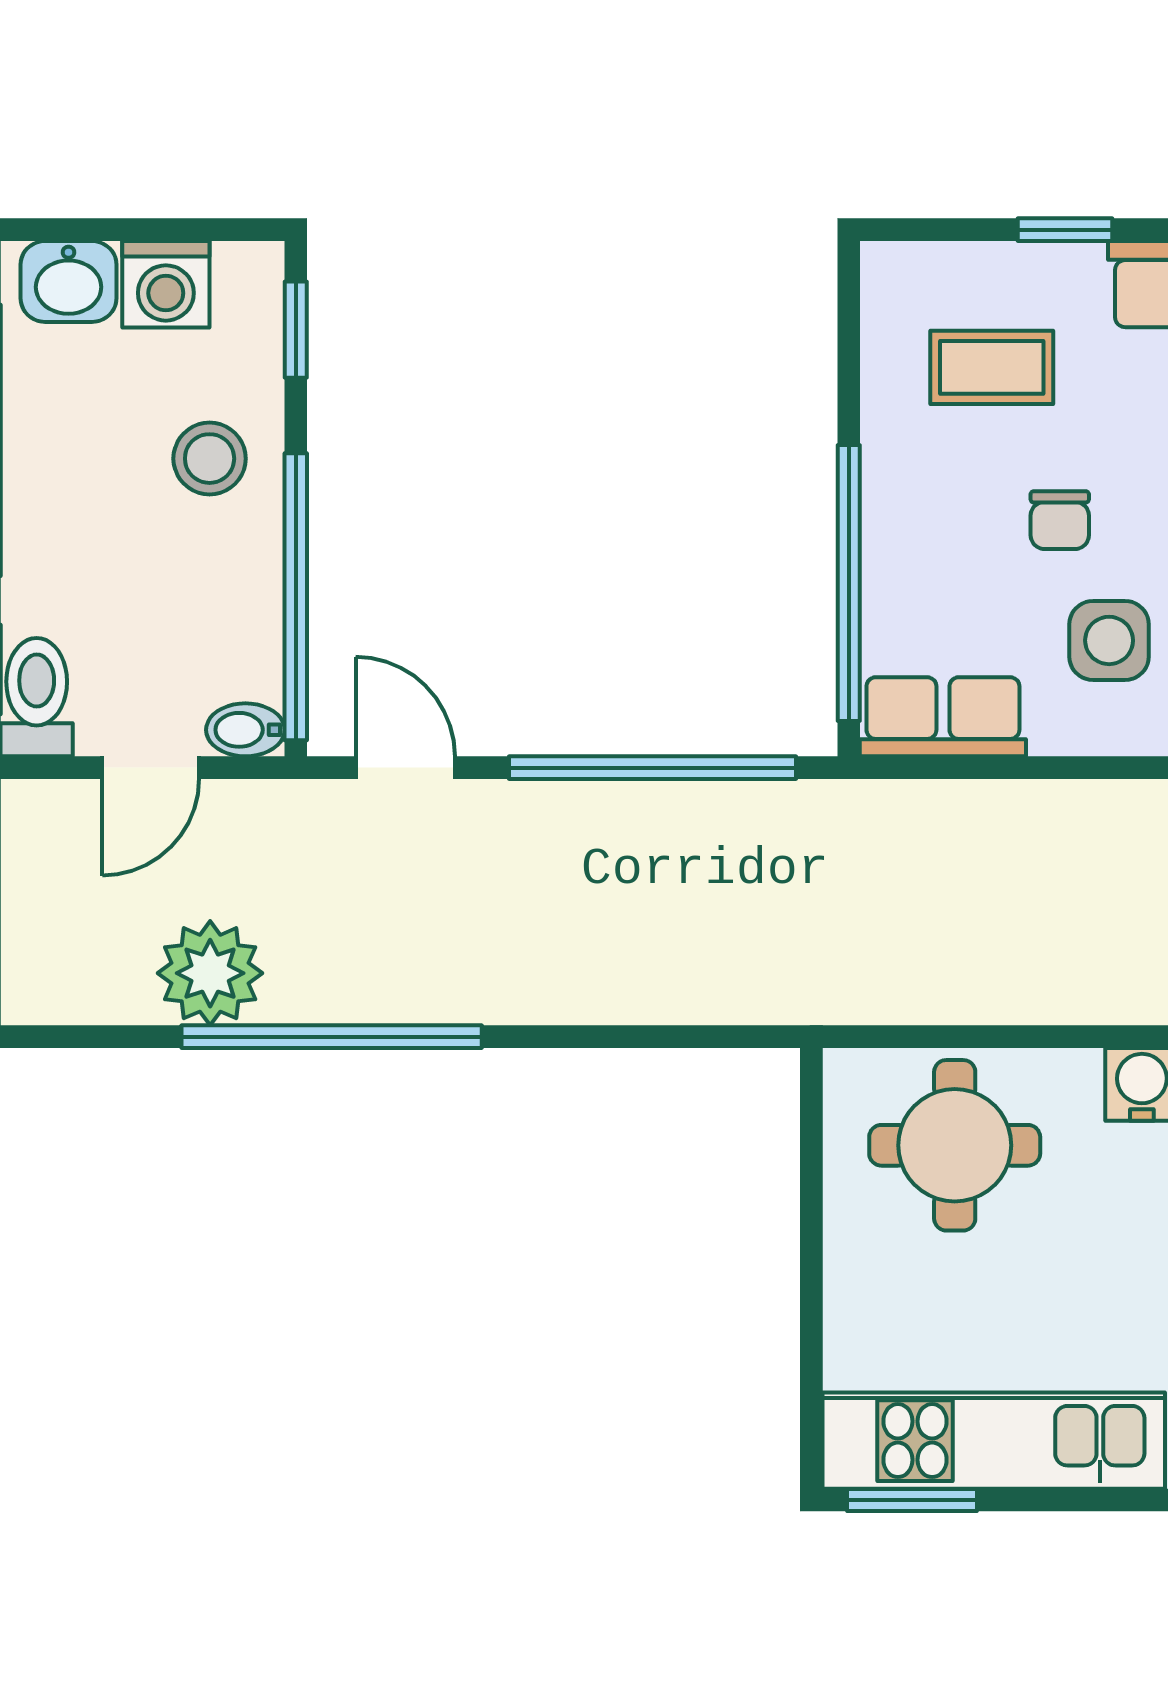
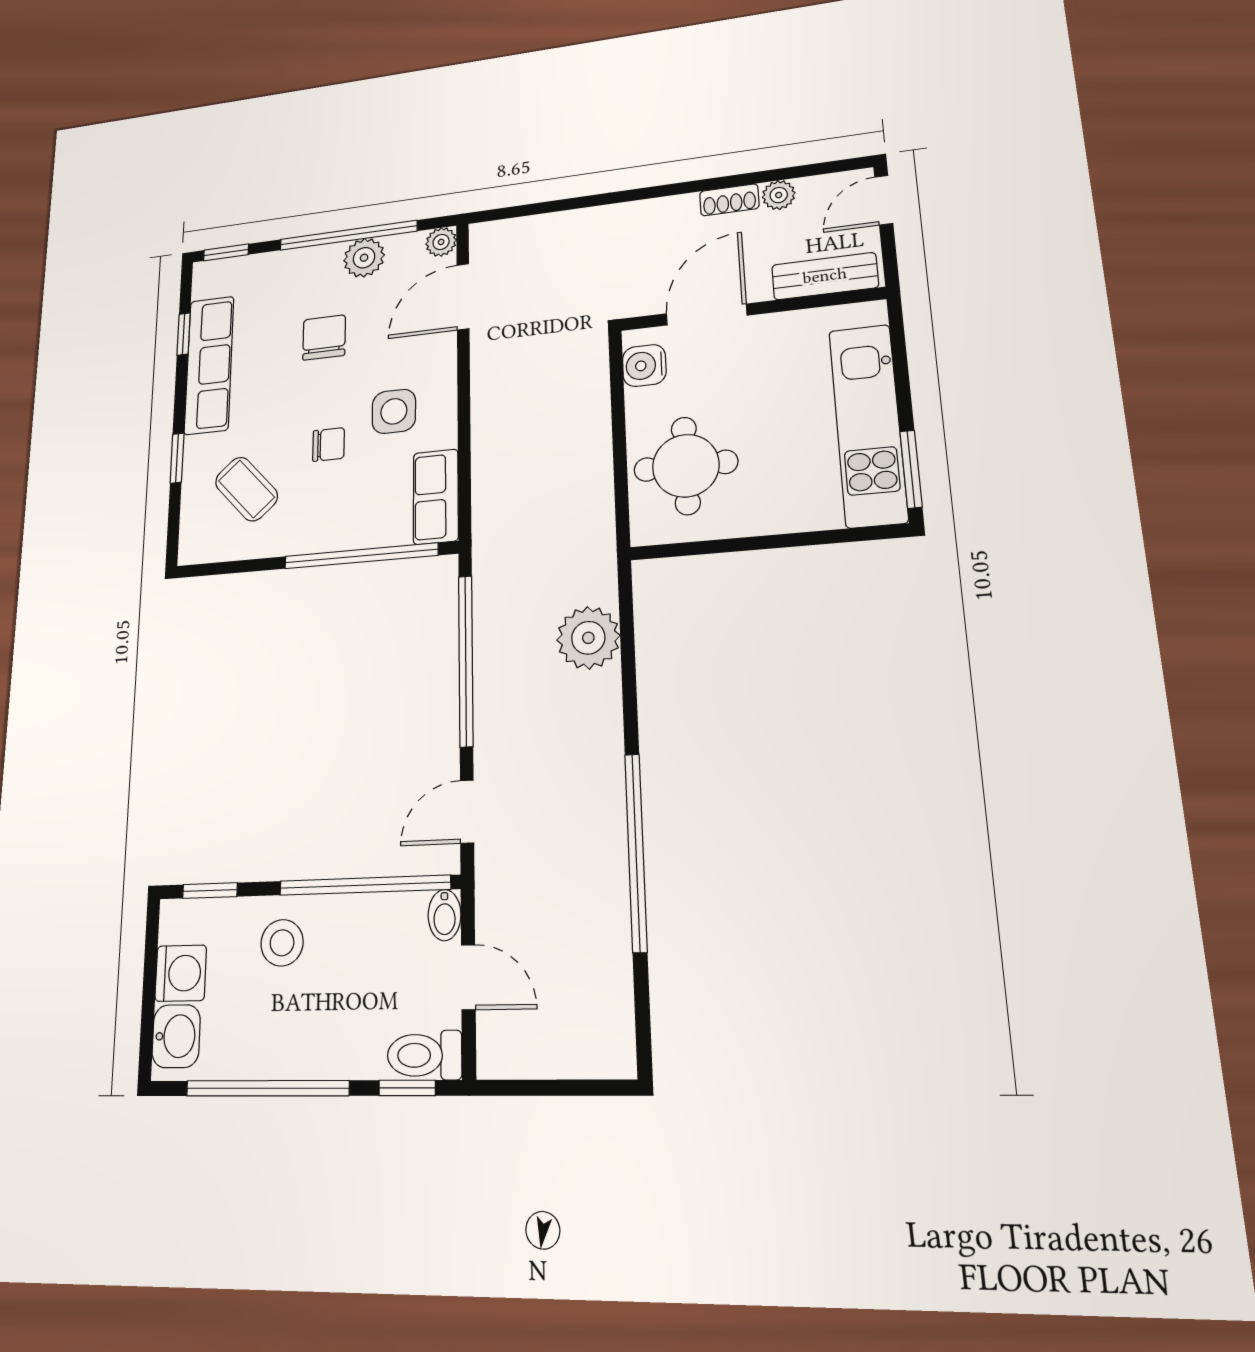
coffee table: (992, 367) -> (247, 489), turned -42
plant: (210, 973) -> (588, 638), moved

